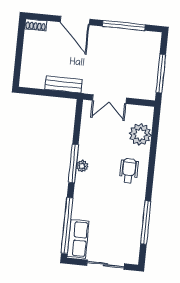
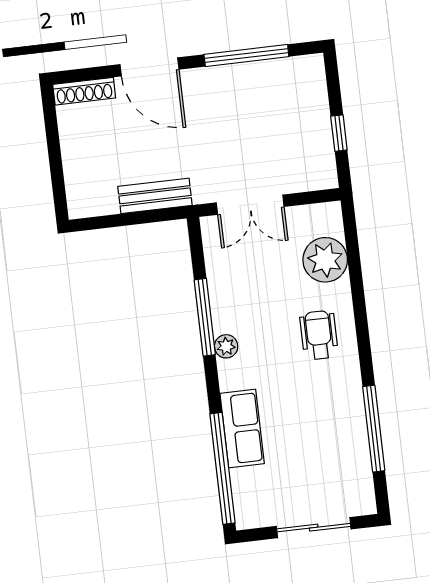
shoe rack: (36, 25) -> (84, 91), width x1.43
window: (161, 74) -> (339, 133), width x0.46
window: (73, 163) -> (205, 317), moved
row of seats: (78, 239) -> (242, 428), moved

